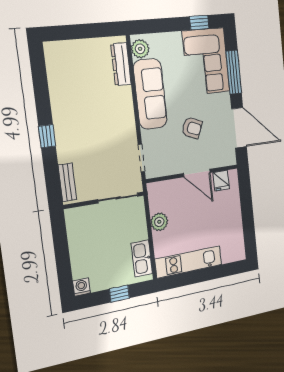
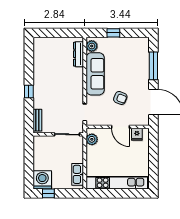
window: (199, 23) -> (113, 33), moved
corner sofa: (206, 61) -> (135, 57), removed
plant: (159, 222) -> (92, 139), moved
kitchen unit: (189, 262) -> (117, 183), width x1.36
washing machine: (81, 287) -> (42, 180), width x1.89, depth x1.89
window: (119, 294) -> (48, 193), moved

